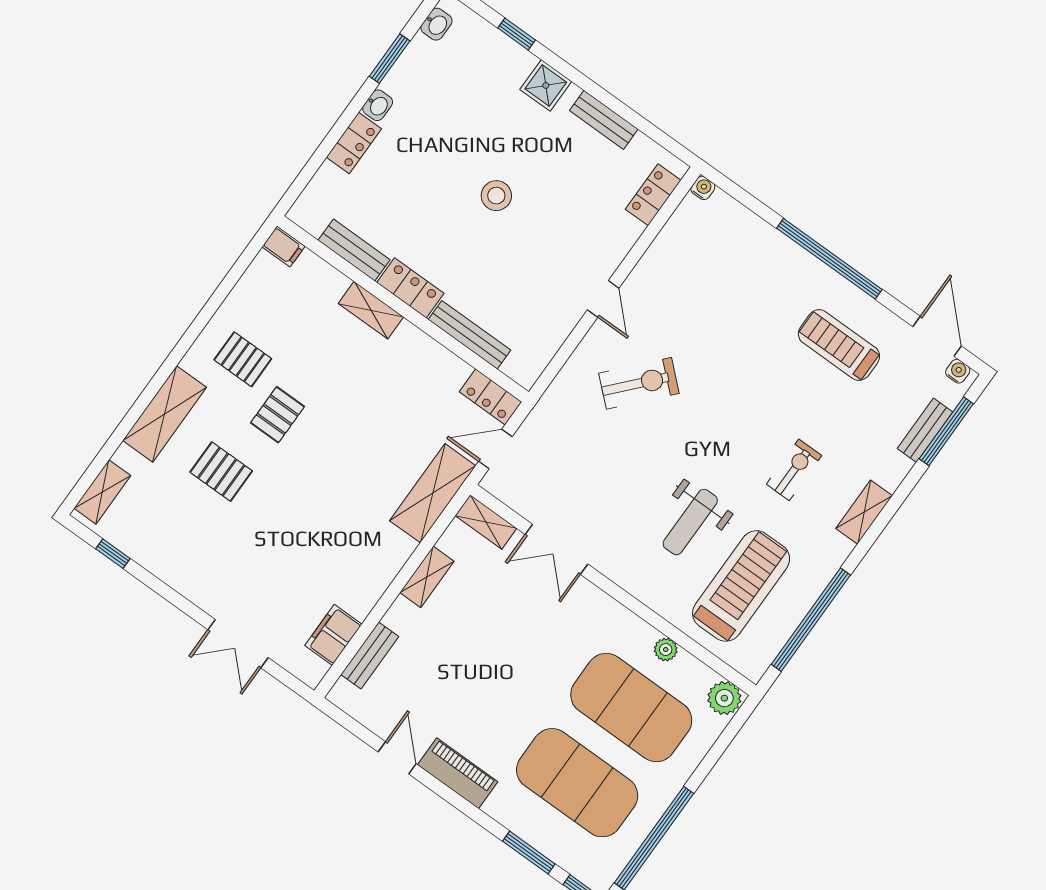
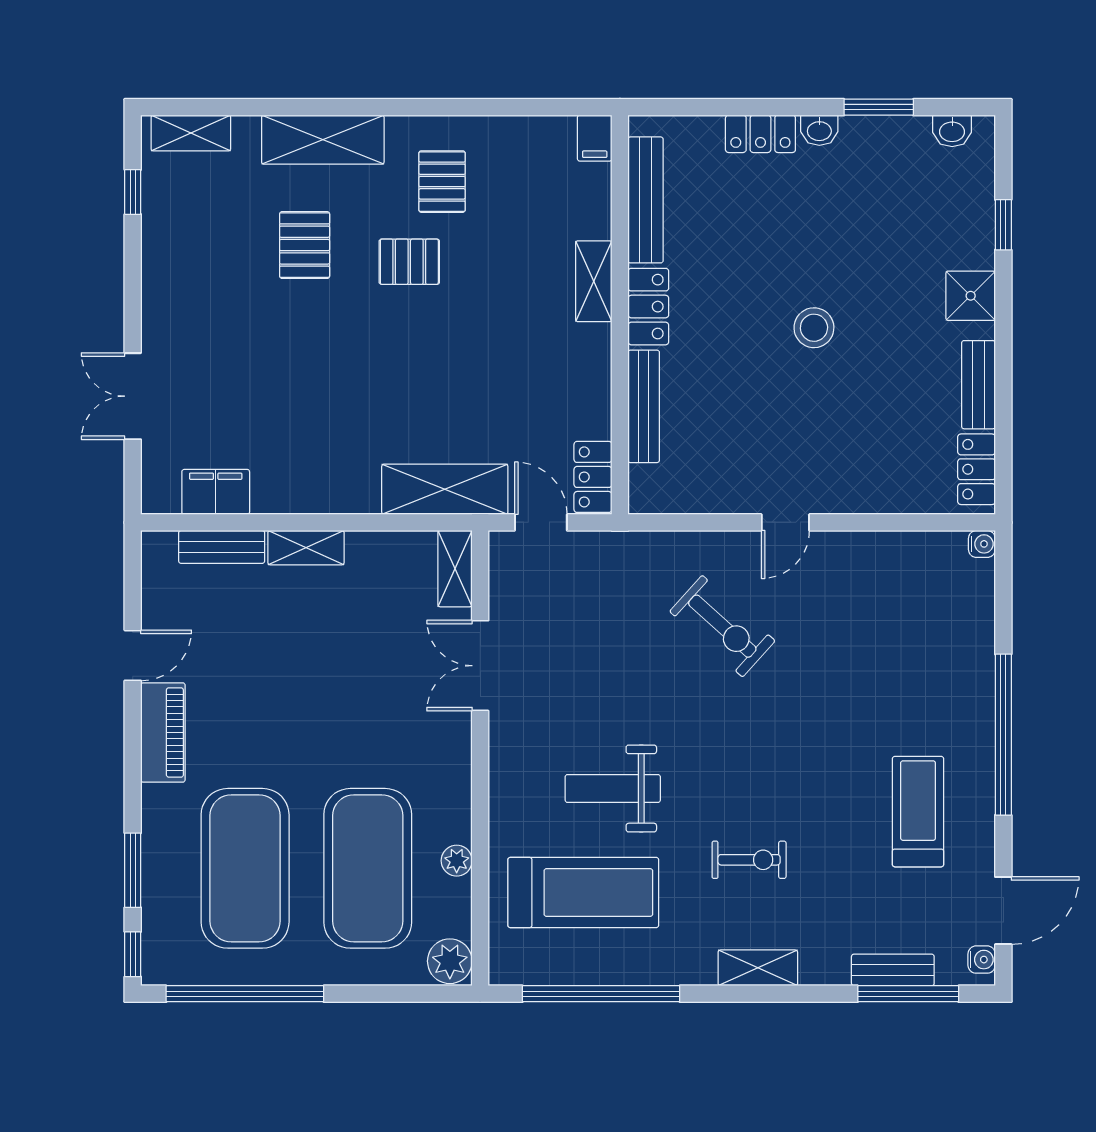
locker: (653, 195) -> (976, 469), moved, turned -90
bench: (354, 250) -> (646, 200), width x1.36
shelving: (427, 577) -> (306, 548), moved

